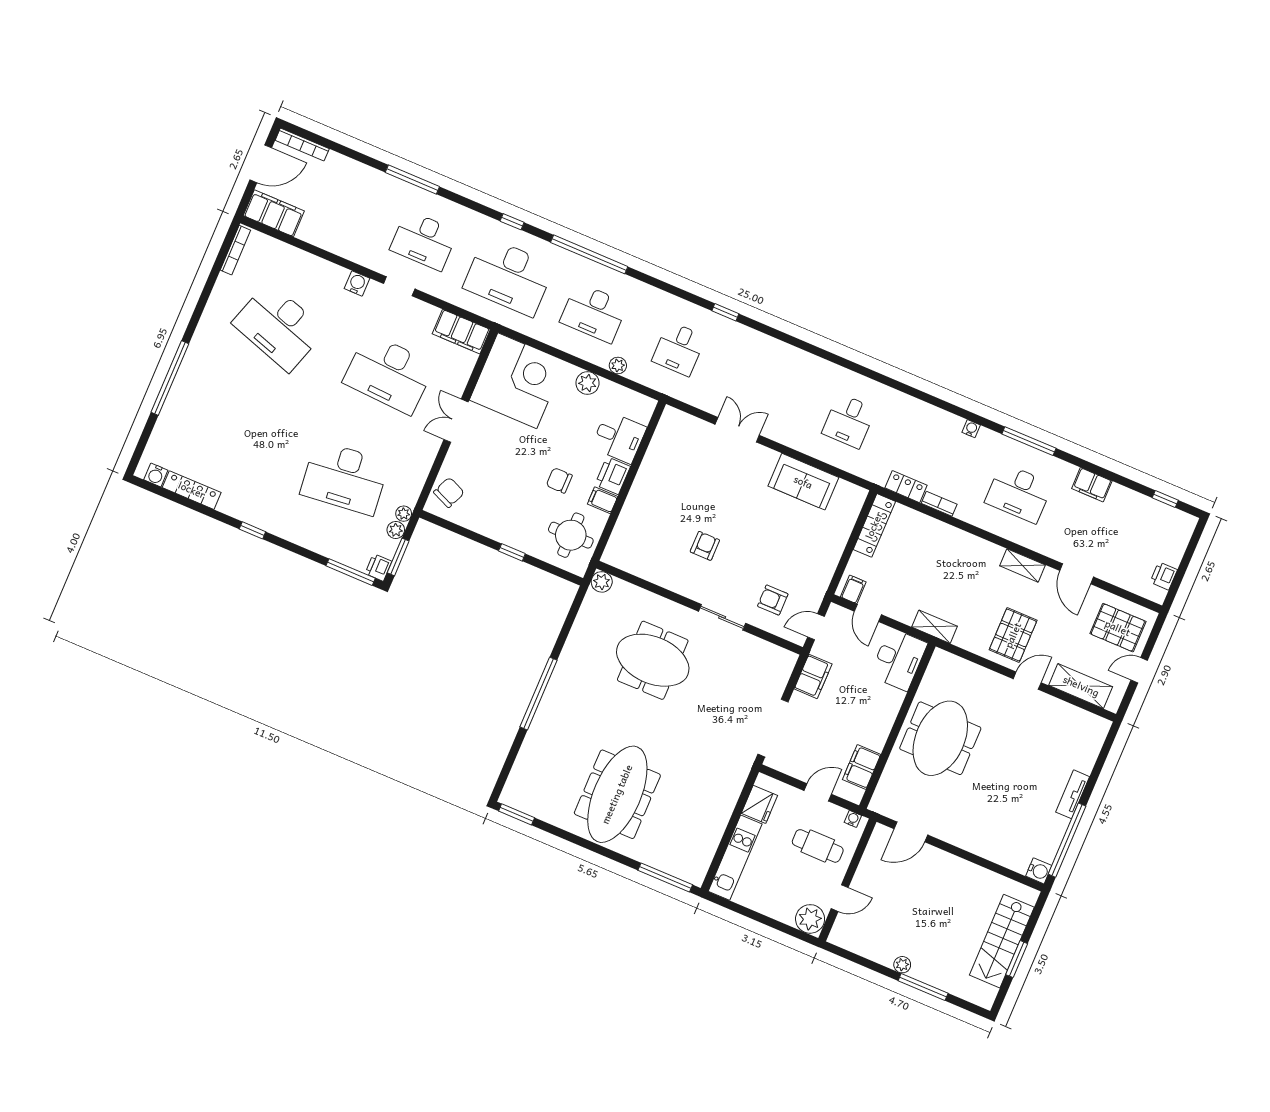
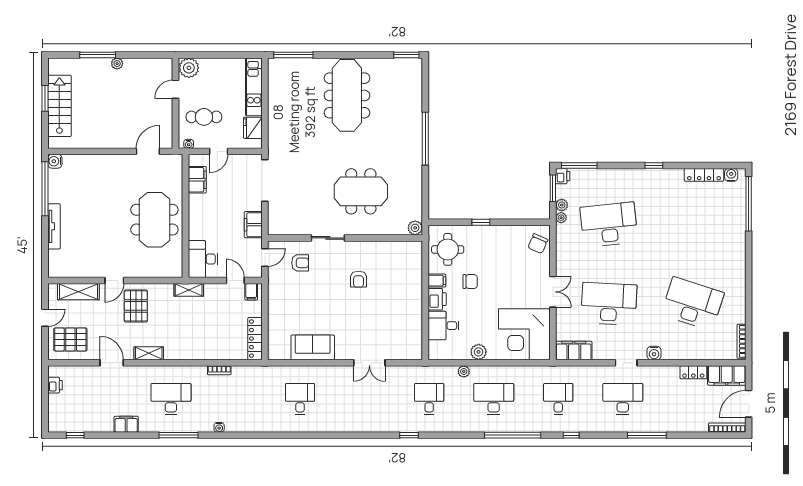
desk: (509, 277) -> (558, 399), width x0.53, depth x0.77
window: (170, 378) -> (749, 204), moved
locker: (906, 487) -> (693, 372), moved
tv unit: (1073, 794) -> (54, 226), width x1.41

